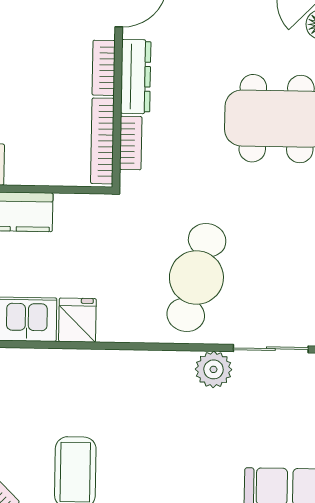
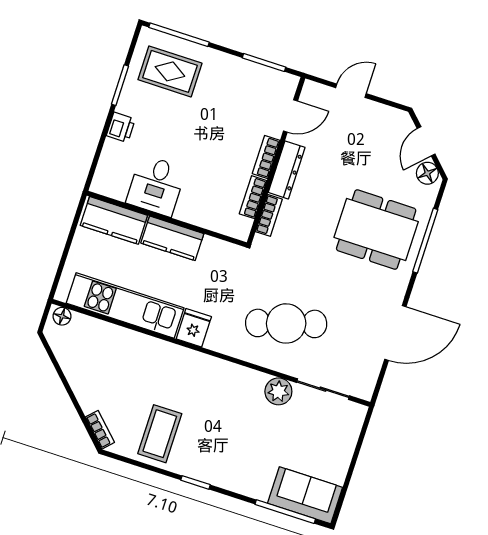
bookcase: (102, 141) -> (253, 197), width x0.64
cafe table: (196, 277) -> (286, 323), turned 58

